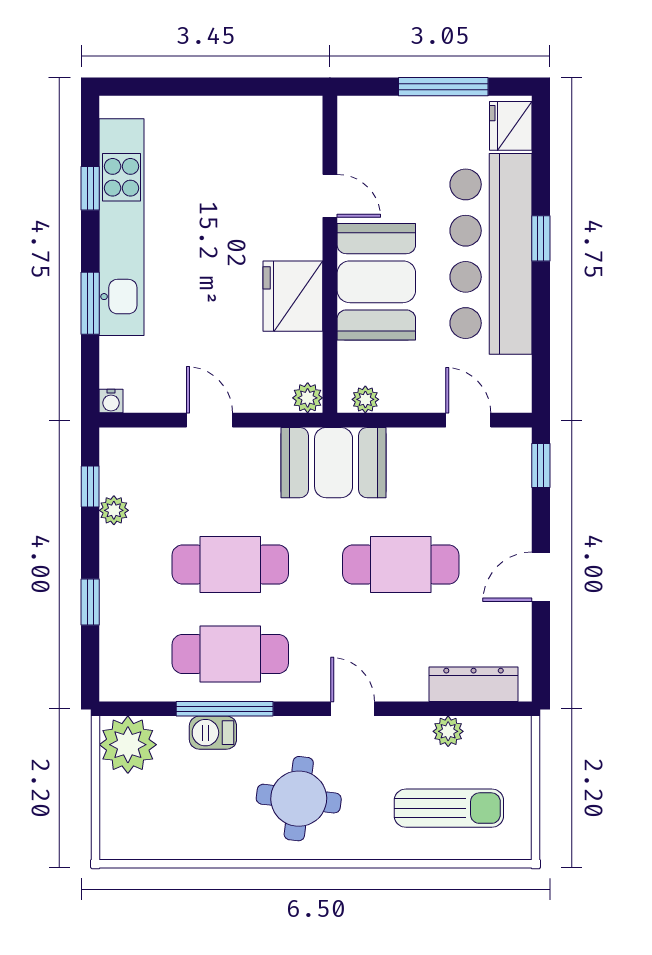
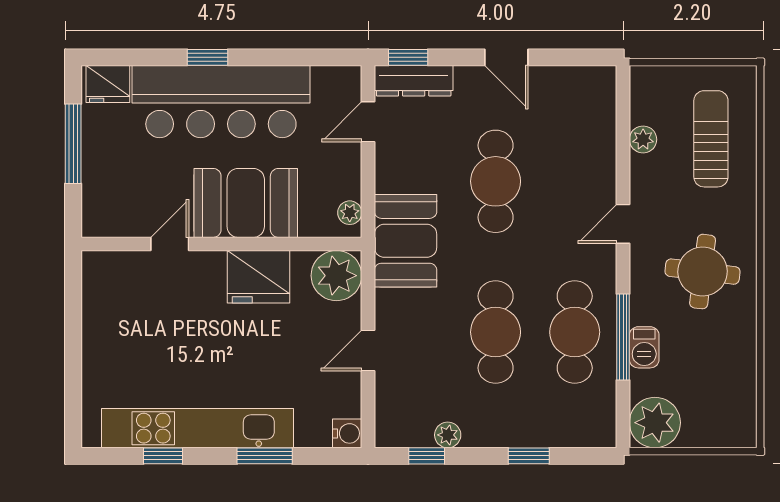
plant: (308, 398) -> (336, 276), width x1.88, depth x1.88
water cooler: (111, 401) -> (347, 433), width x1.38, depth x1.38
dresser: (474, 684) -> (414, 81), moved, turned -90

